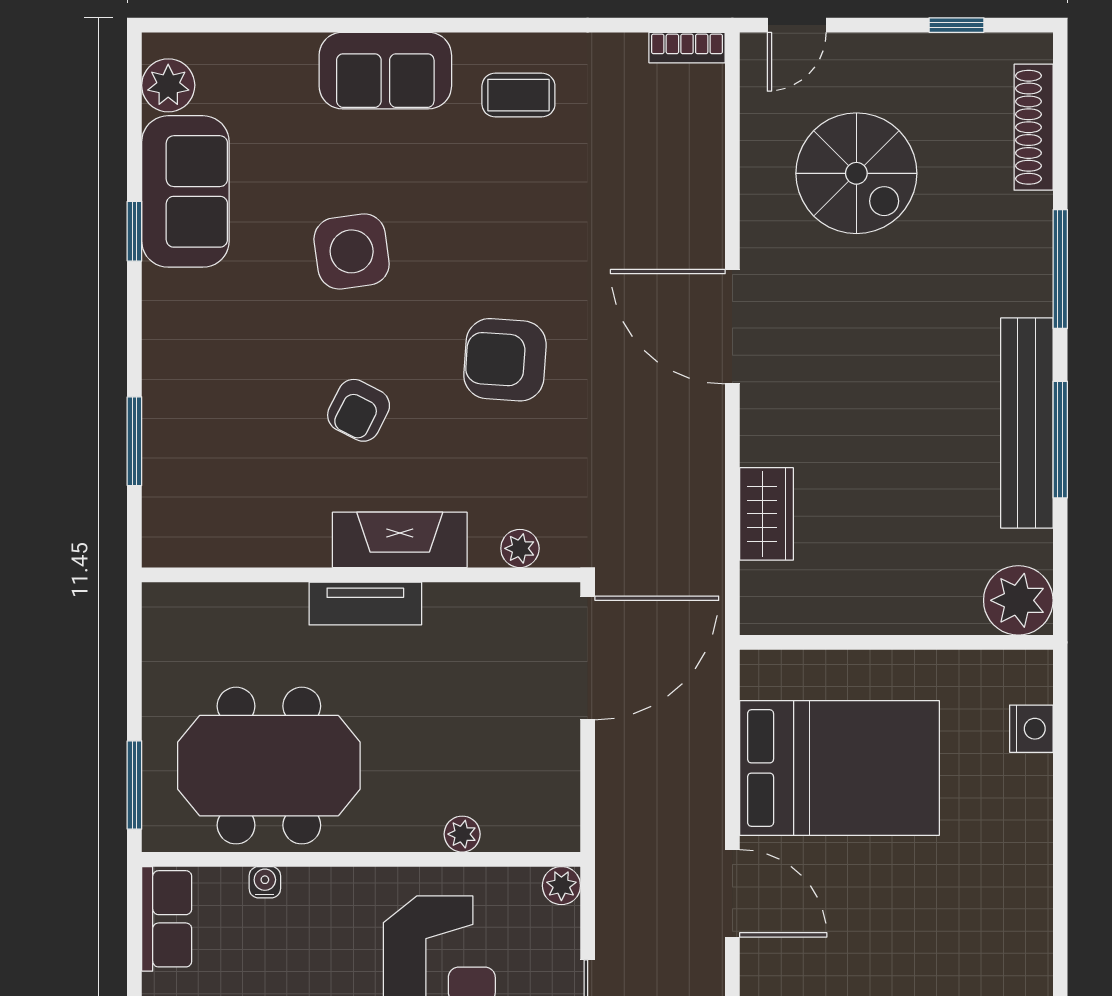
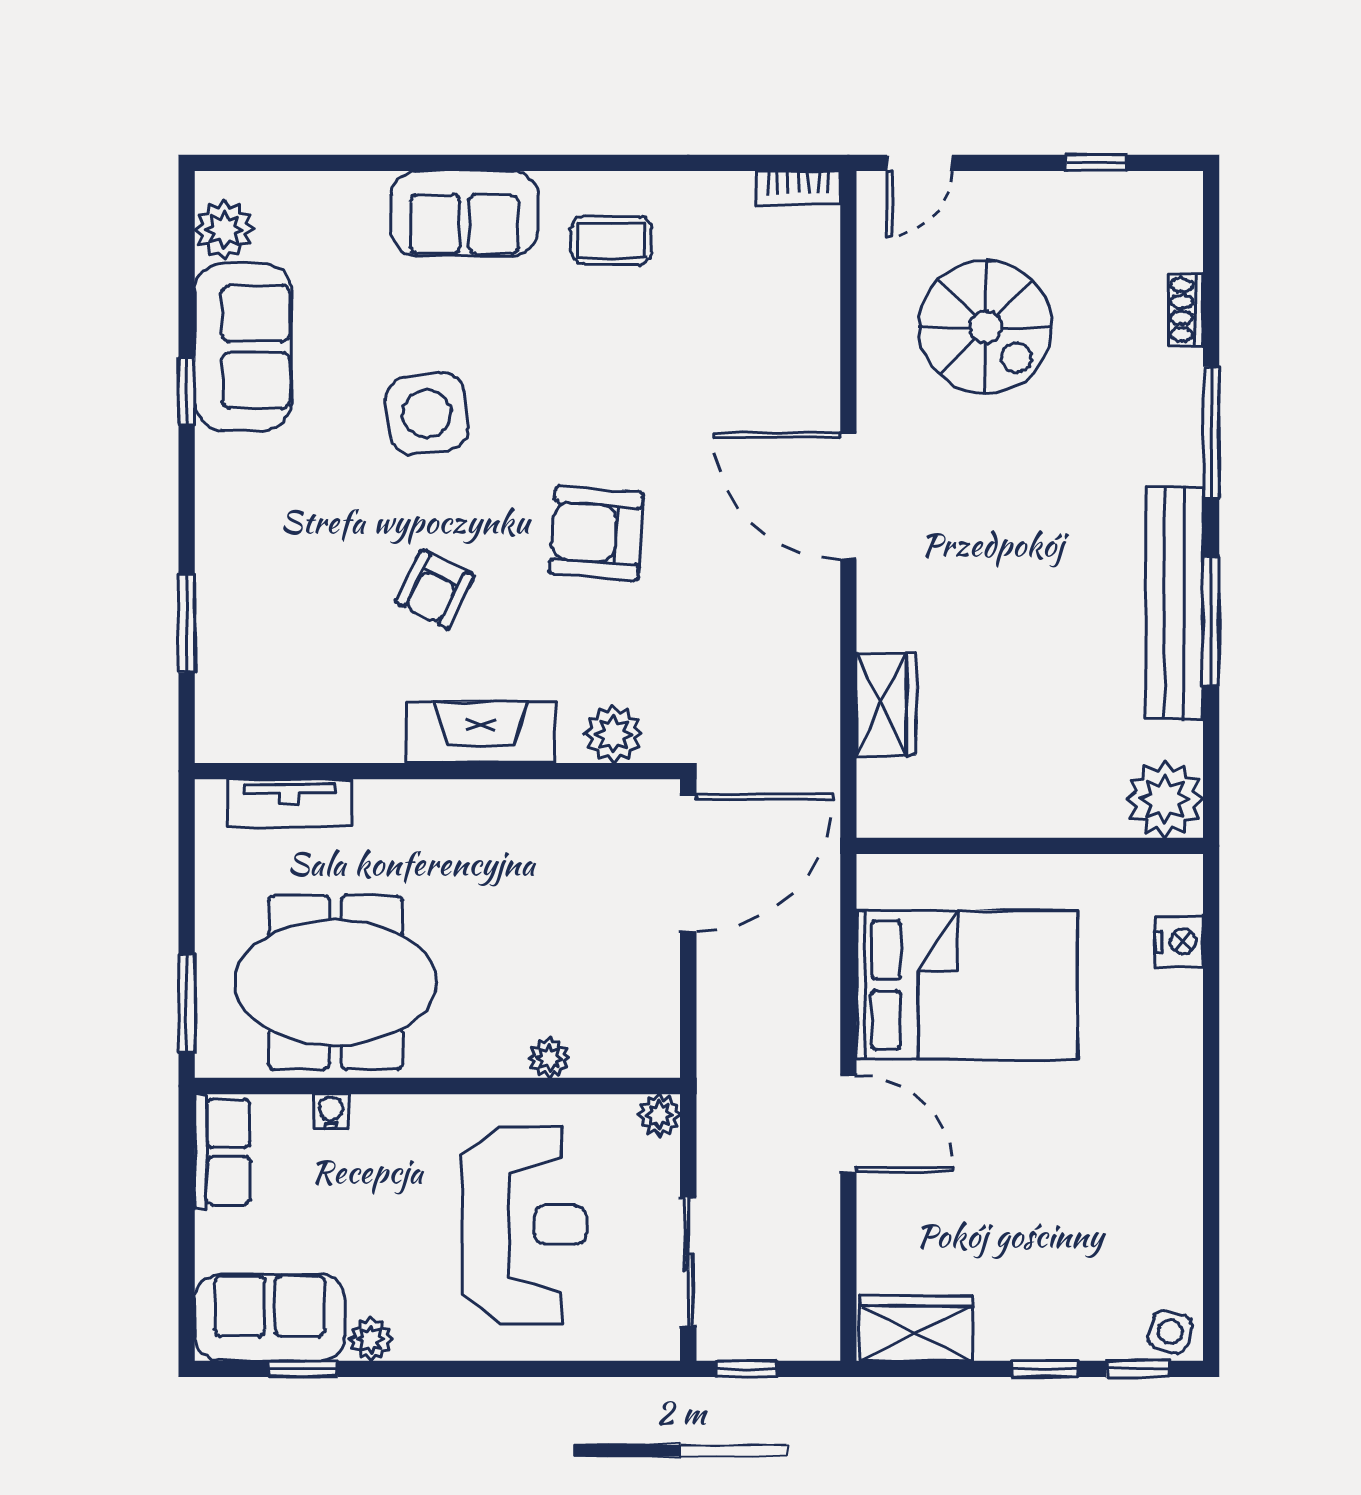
shoe rack: (1034, 127) -> (1186, 310), width x0.51, depth x0.81
plant: (520, 548) -> (613, 734), width x1.38, depth x1.38
tv unit: (365, 604) -> (290, 803), moved

